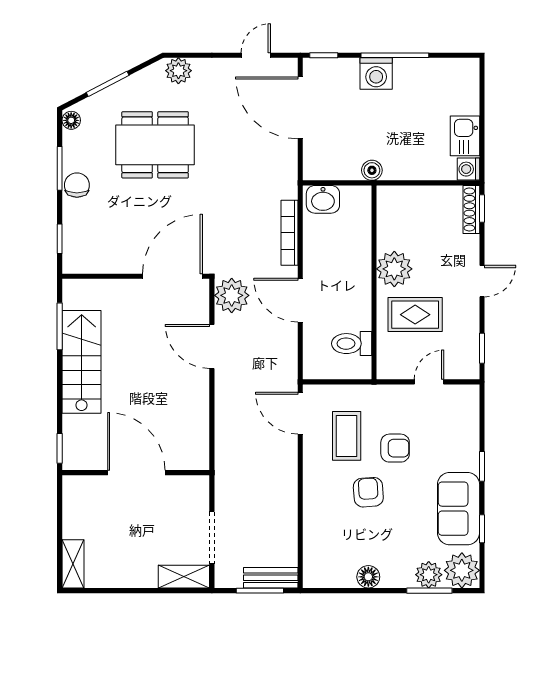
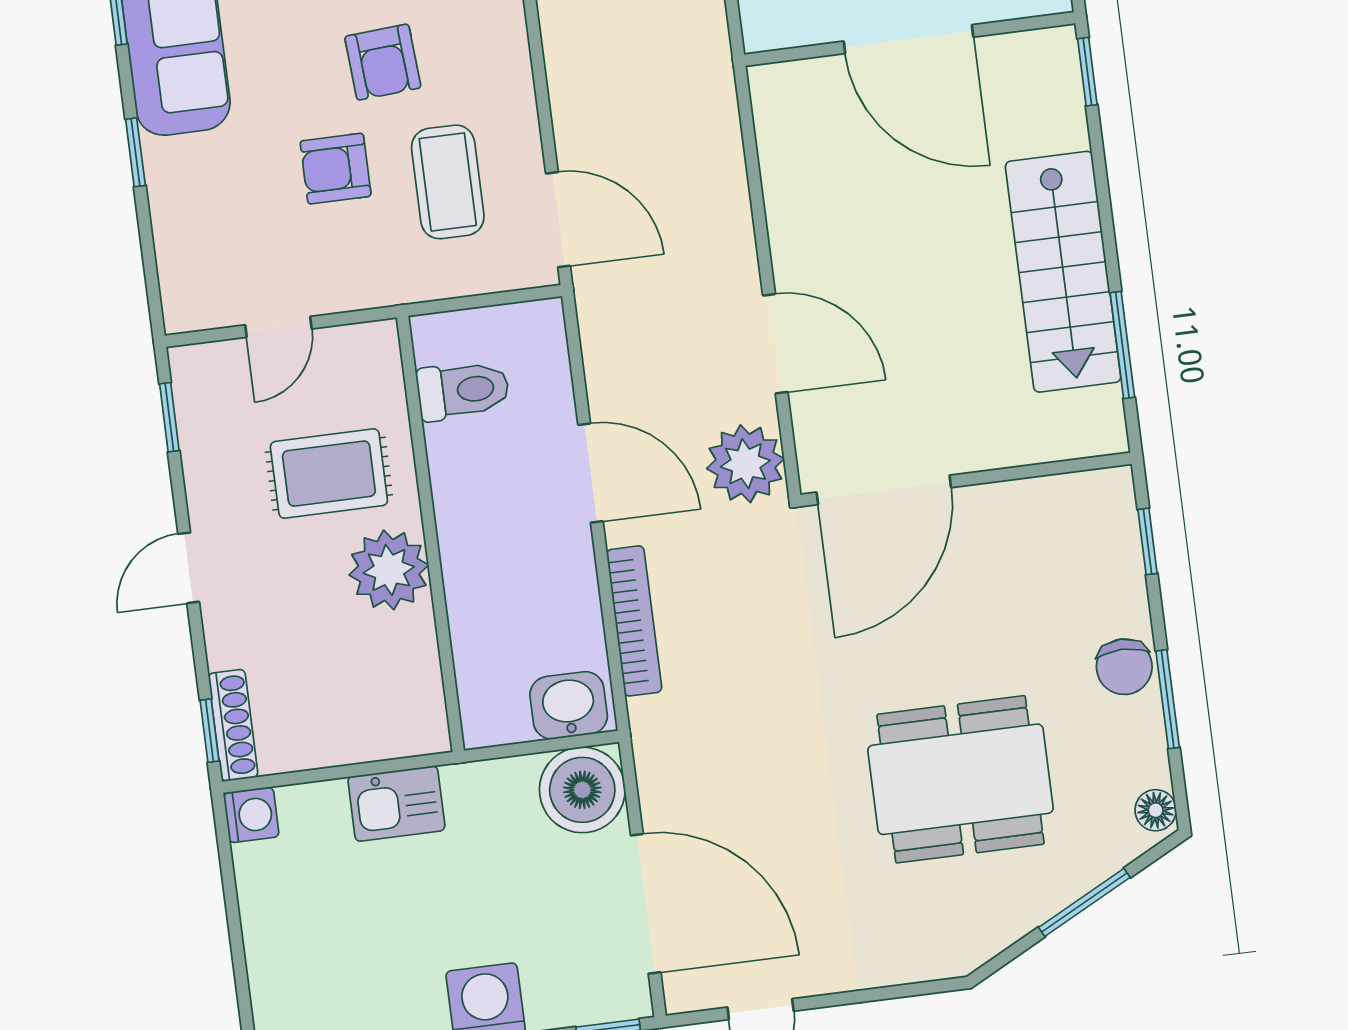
plant: (178, 71) -> (929, 952), removed
kitchen sink: (465, 136) -> (396, 804), moved, turned 90
boiler: (372, 170) -> (582, 790), moved, width x1.86, depth x1.86

